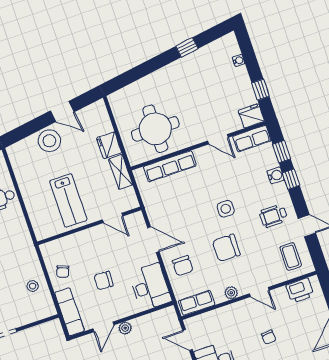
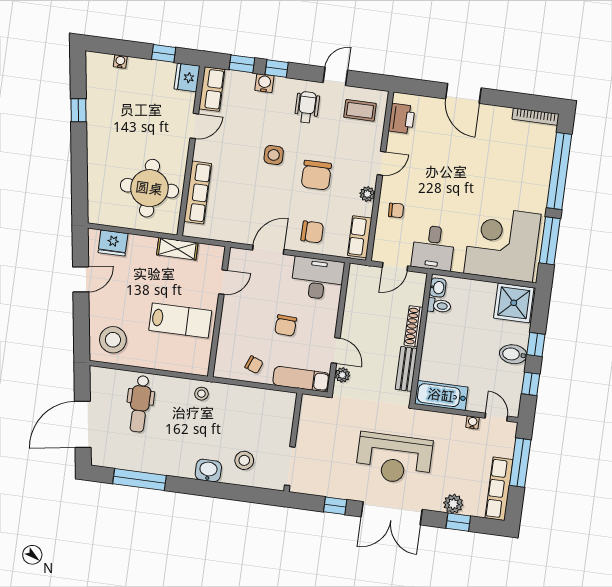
stool: (49, 141) -> (113, 340), moved
fridge: (109, 145) -> (113, 243), moved
wheelchair: (273, 216) -> (307, 107), turned 180
stool: (33, 286) -> (201, 394), moved
plant: (125, 328) -> (342, 375), moved
chair: (269, 337) -> (396, 210), moved

